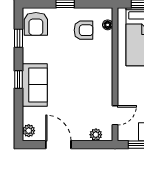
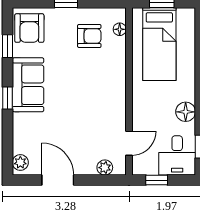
sofa: (35, 85) -> (28, 85), moved

